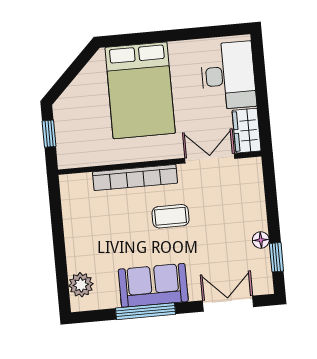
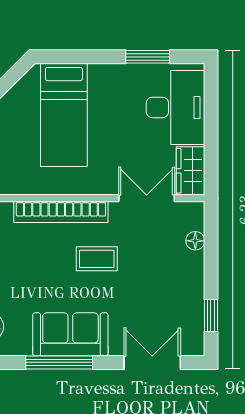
window: (199, 33) -> (148, 57), added
bed: (140, 90) -> (64, 115), width x0.67
floor lamp: (261, 240) -> (195, 241), moved

